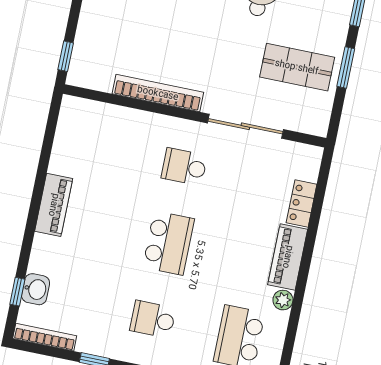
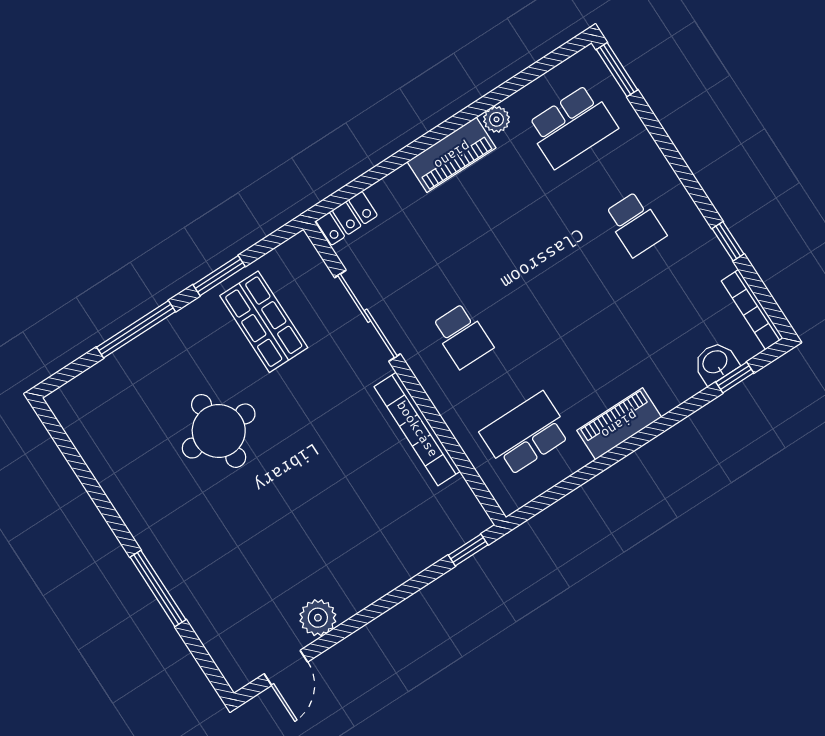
locker: (302, 203) -> (347, 218), moved
school desk: (169, 243) -> (526, 434), moved

